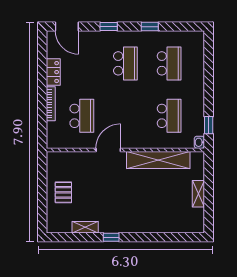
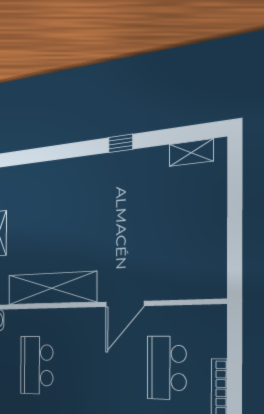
pallet: (63, 192) -> (198, 219), removed
shelving: (85, 227) -> (191, 153), moved

